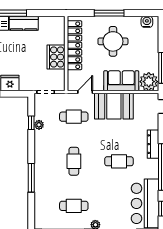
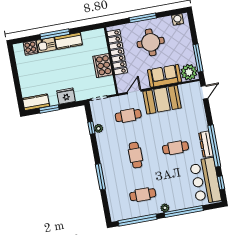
dresser: (153, 144) -> (206, 144), moved

